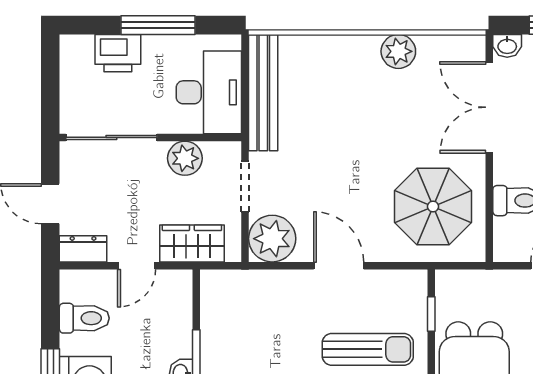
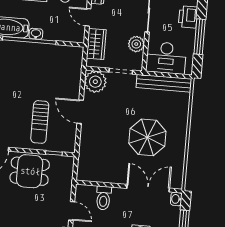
plant: (398, 51) -> (178, 148), removed
parasol: (433, 206) -> (147, 137), moved
door: (339, 266) -> (80, 112), swing flipped

